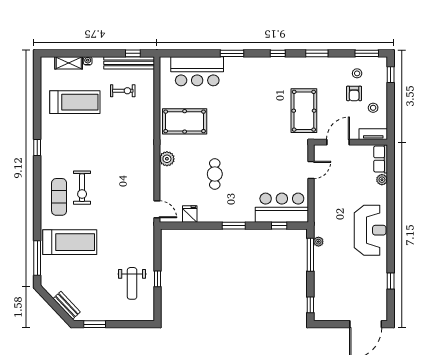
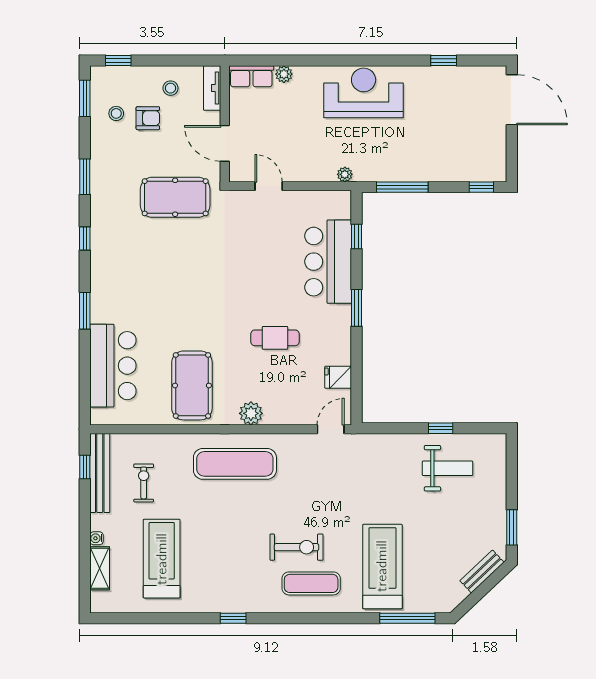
exercise mat: (135, 149) -> (235, 464), added
bar counter: (282, 208) -> (328, 262), moved
plant: (318, 242) -> (345, 174), moved

